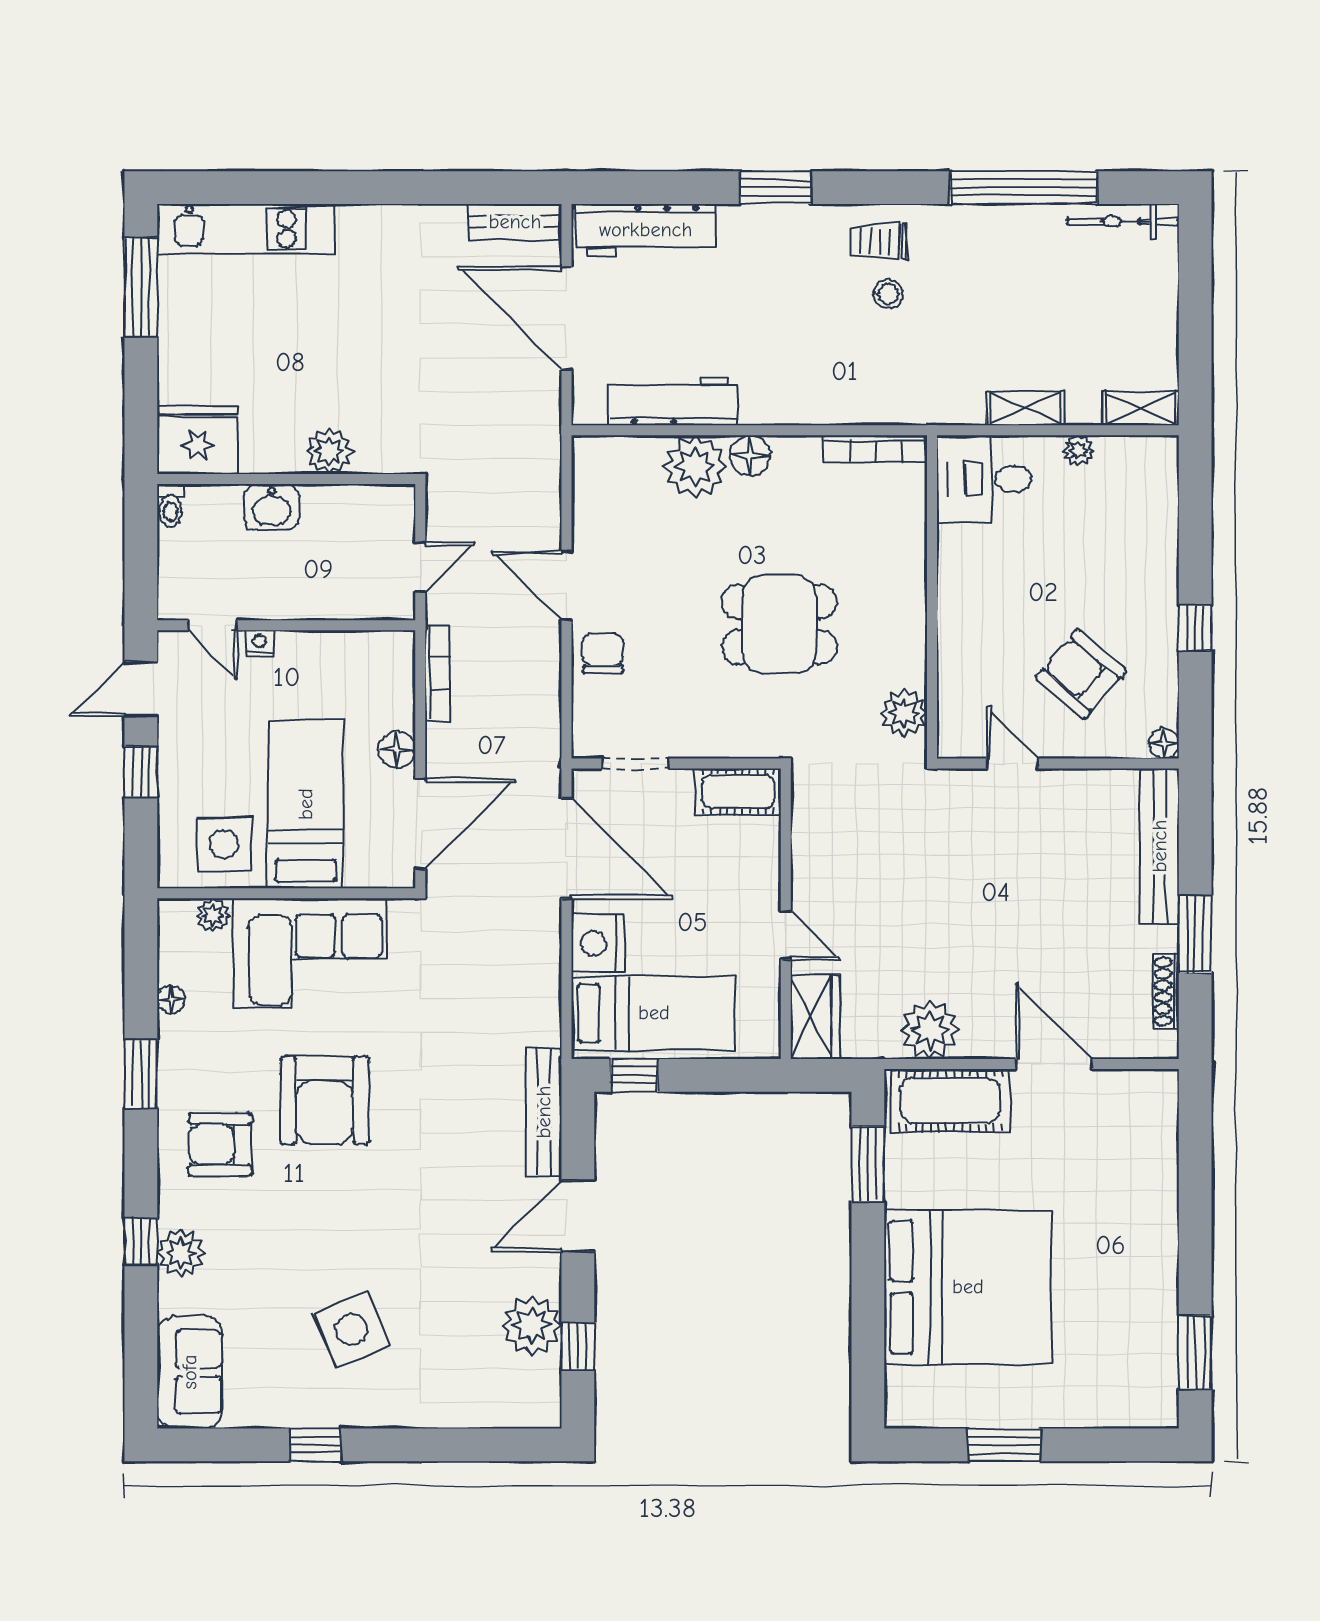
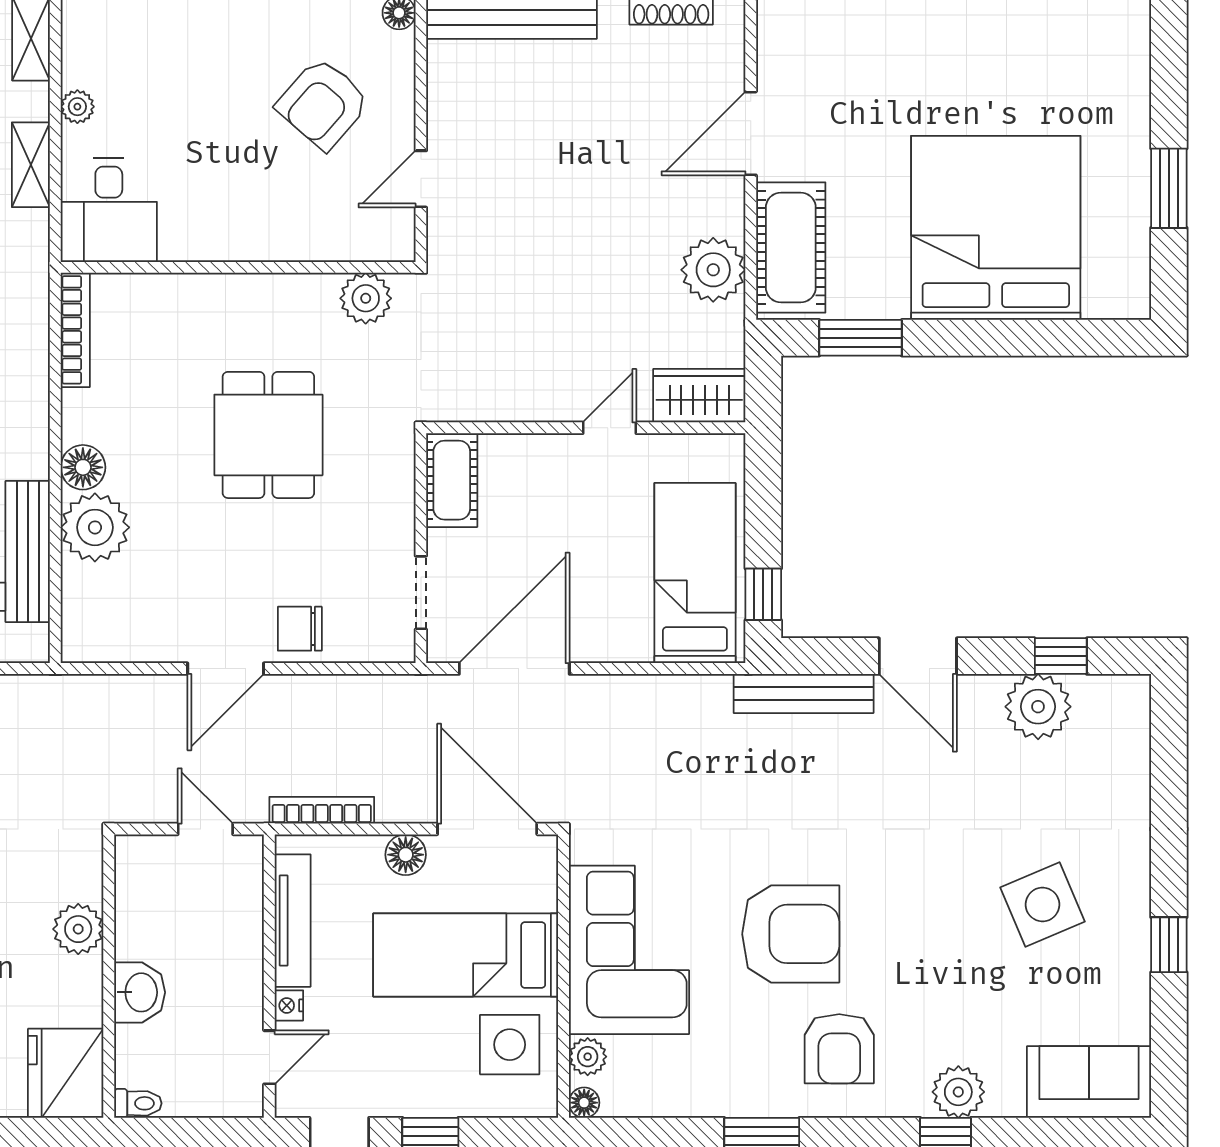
tv unit: (337, 647) -> (293, 921), added
nightstand: (598, 943) -> (619, 634), removed
floor lamp: (171, 1000) -> (584, 1103), moved

